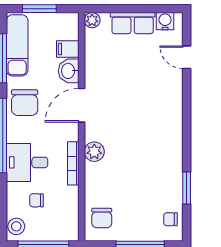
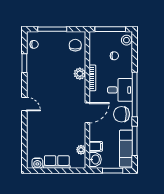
plant: (92, 20) -> (81, 150), moved
door: (187, 57) -> (24, 104), moved
washbasin: (69, 71) -> (95, 159), moved
chair: (25, 103) -> (121, 114), turned -90
plant: (94, 152) -> (80, 74), moved
desk: (27, 162) -> (120, 90), moved

